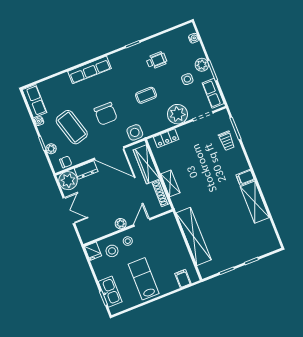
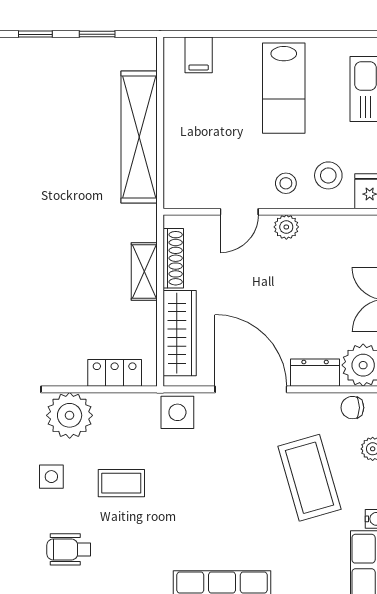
side table: (187, 79) -> (51, 477), moved
chair: (106, 114) -> (225, 478), removed

